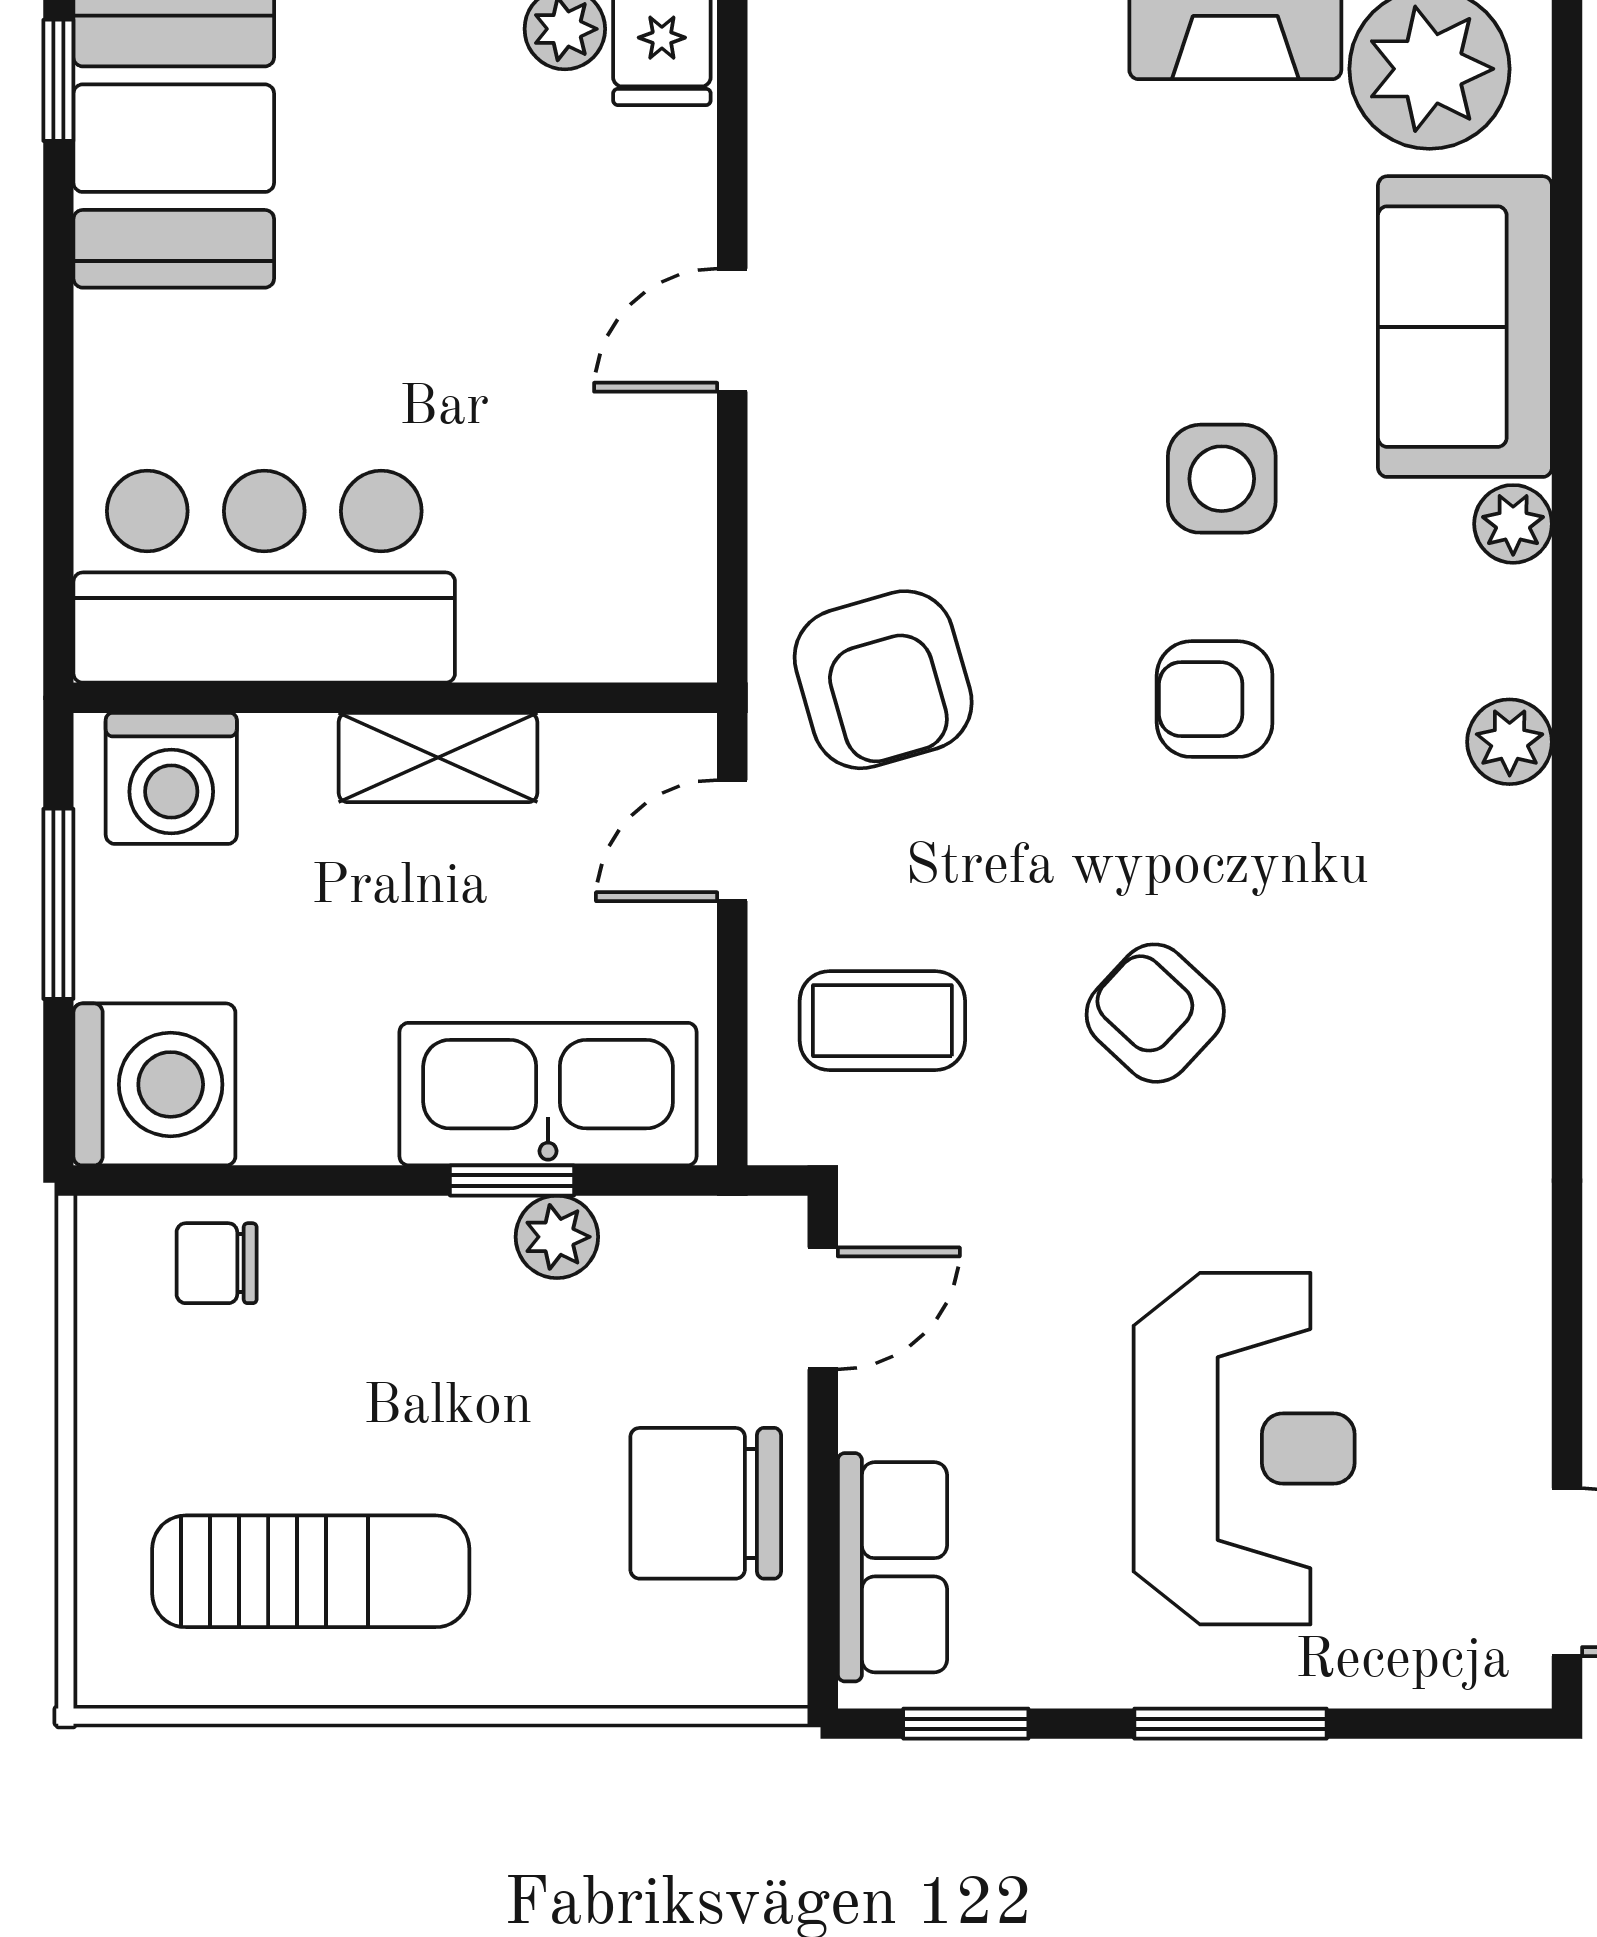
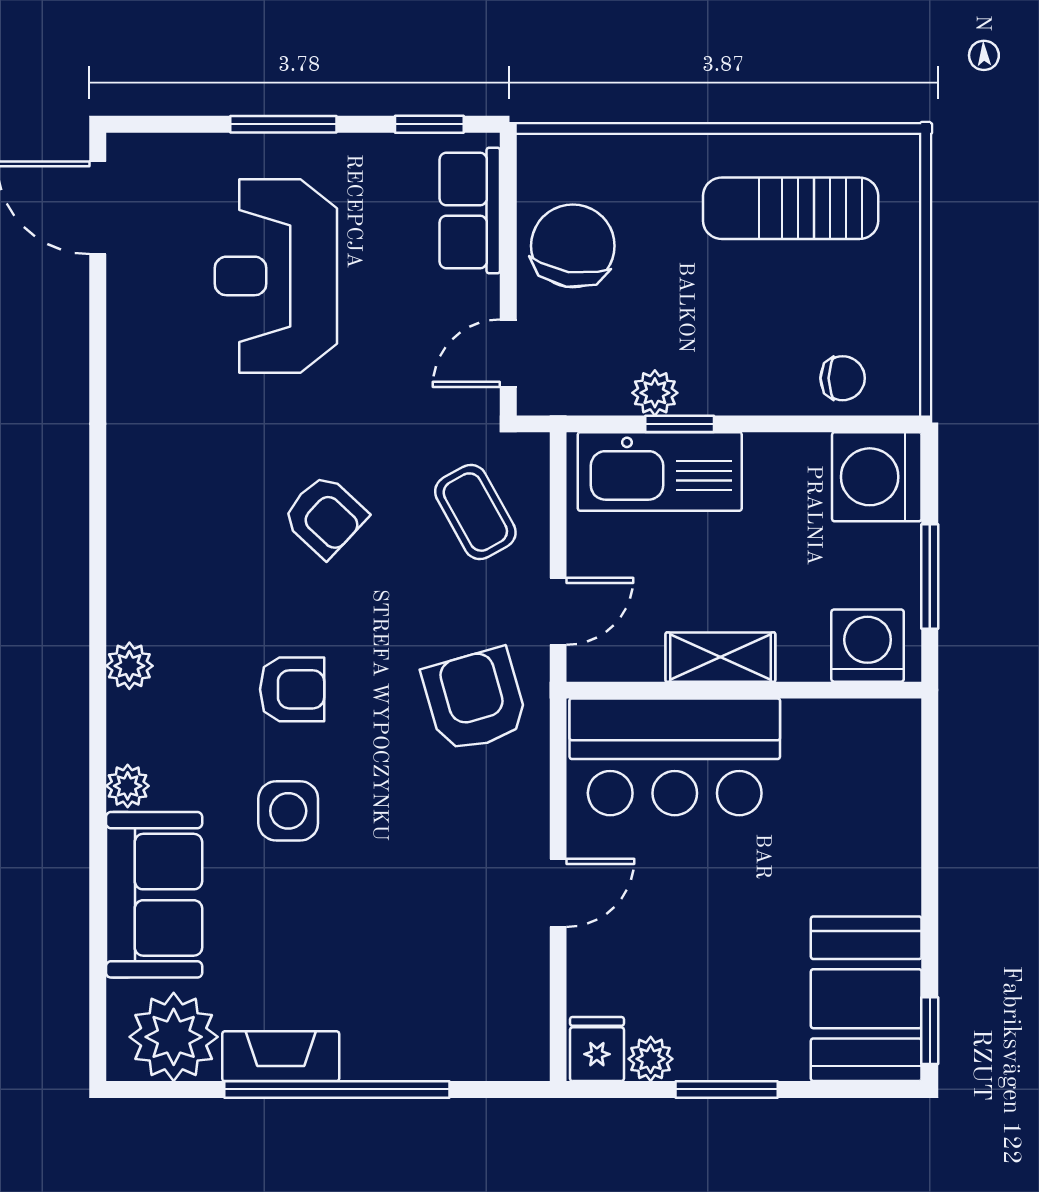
bar counter: (264, 577) -> (675, 757), moved
coffee table: (882, 1021) -> (475, 512), turned 61
chair: (706, 1503) -> (573, 246), turned -81

